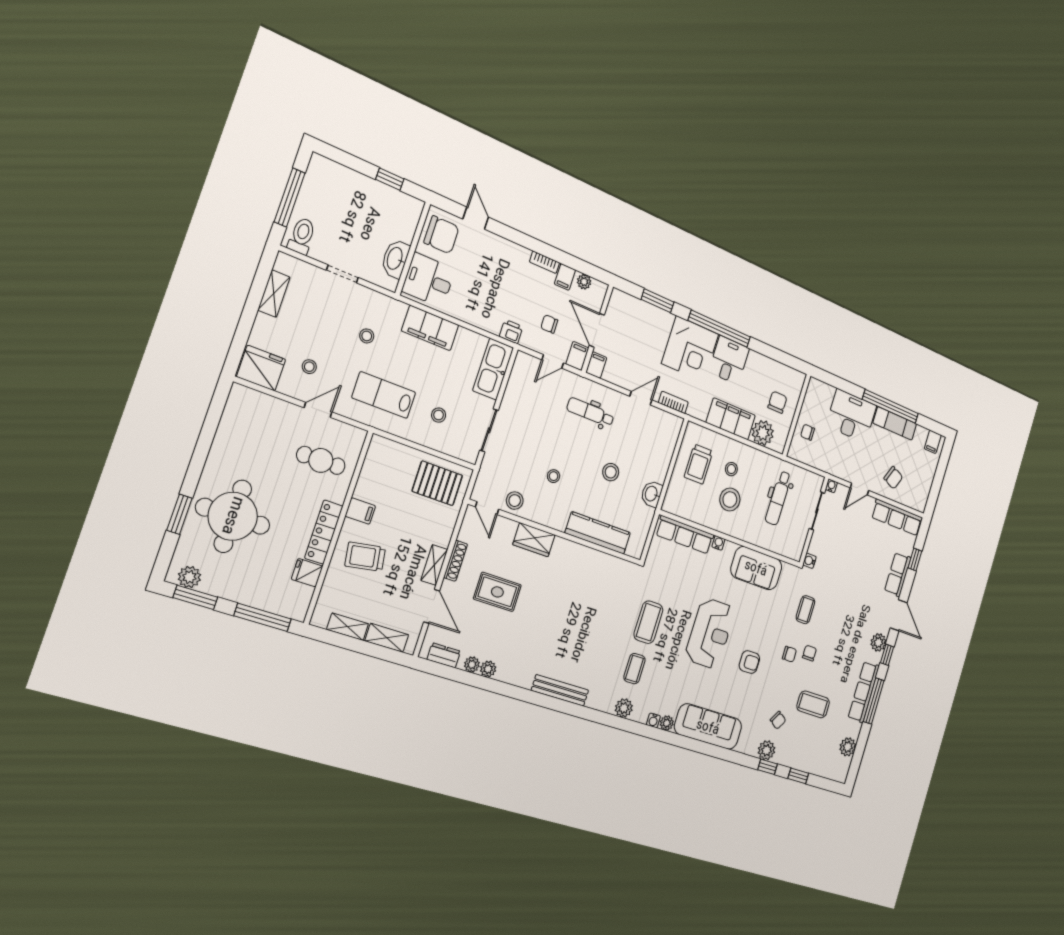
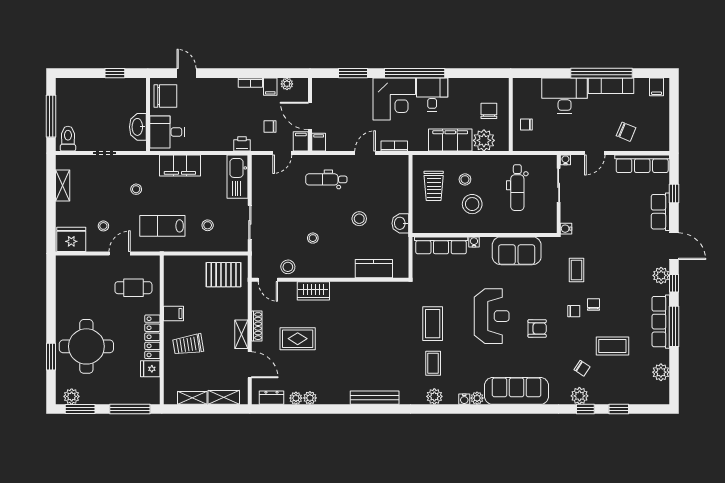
kitchen counter: (598, 533) -> (374, 269), width x0.67

